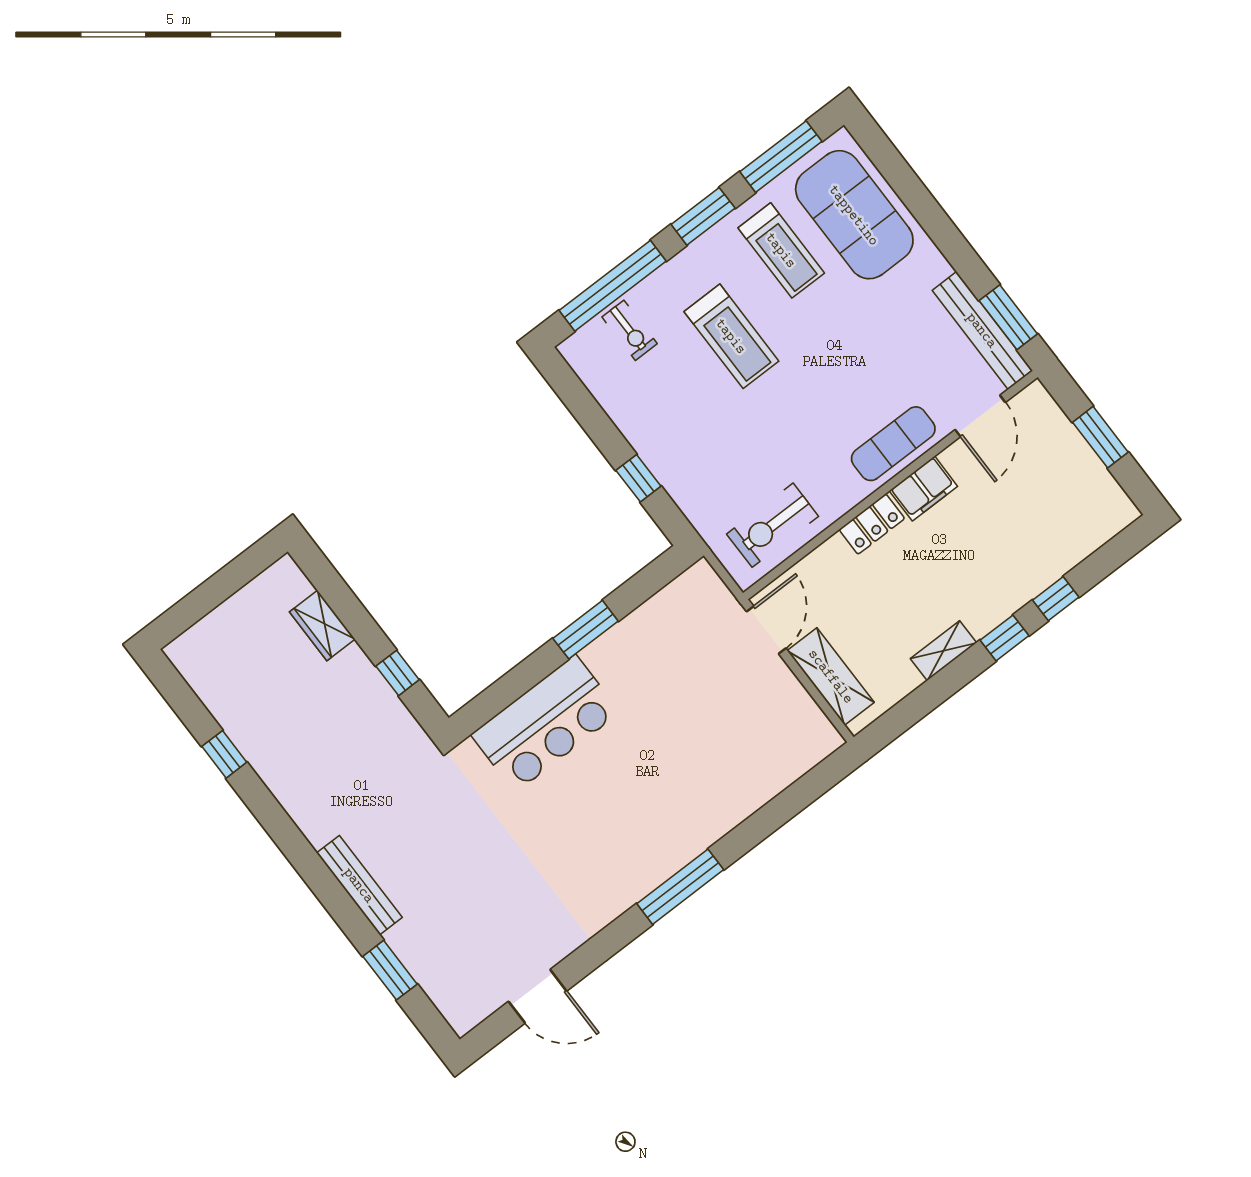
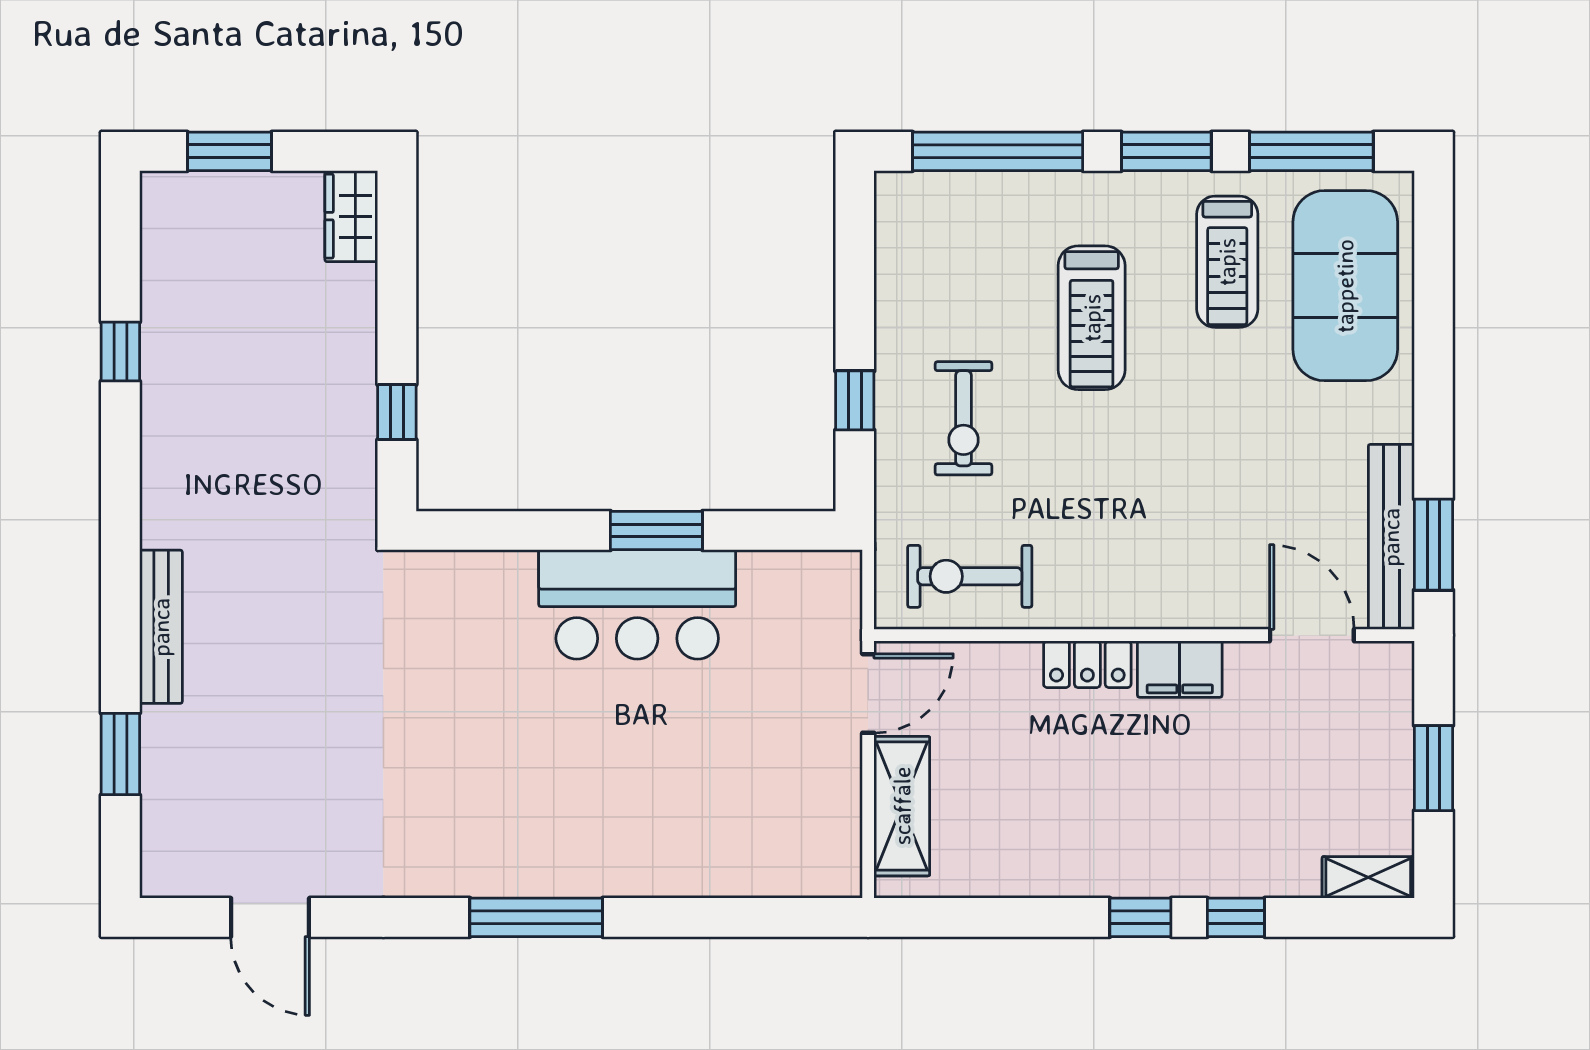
exercise bike: (630, 330) -> (963, 418), moved, width x1.38, depth x1.39
door: (980, 416) -> (1312, 635), swing flipped
exercise mat: (893, 444) -> (1185, 589), removed
window: (200, 602) -> (230, 151), added
wardrobe: (322, 626) -> (351, 216), moved
shelving: (944, 651) -> (1368, 877), moved
bar counter: (545, 723) -> (637, 604), moved

